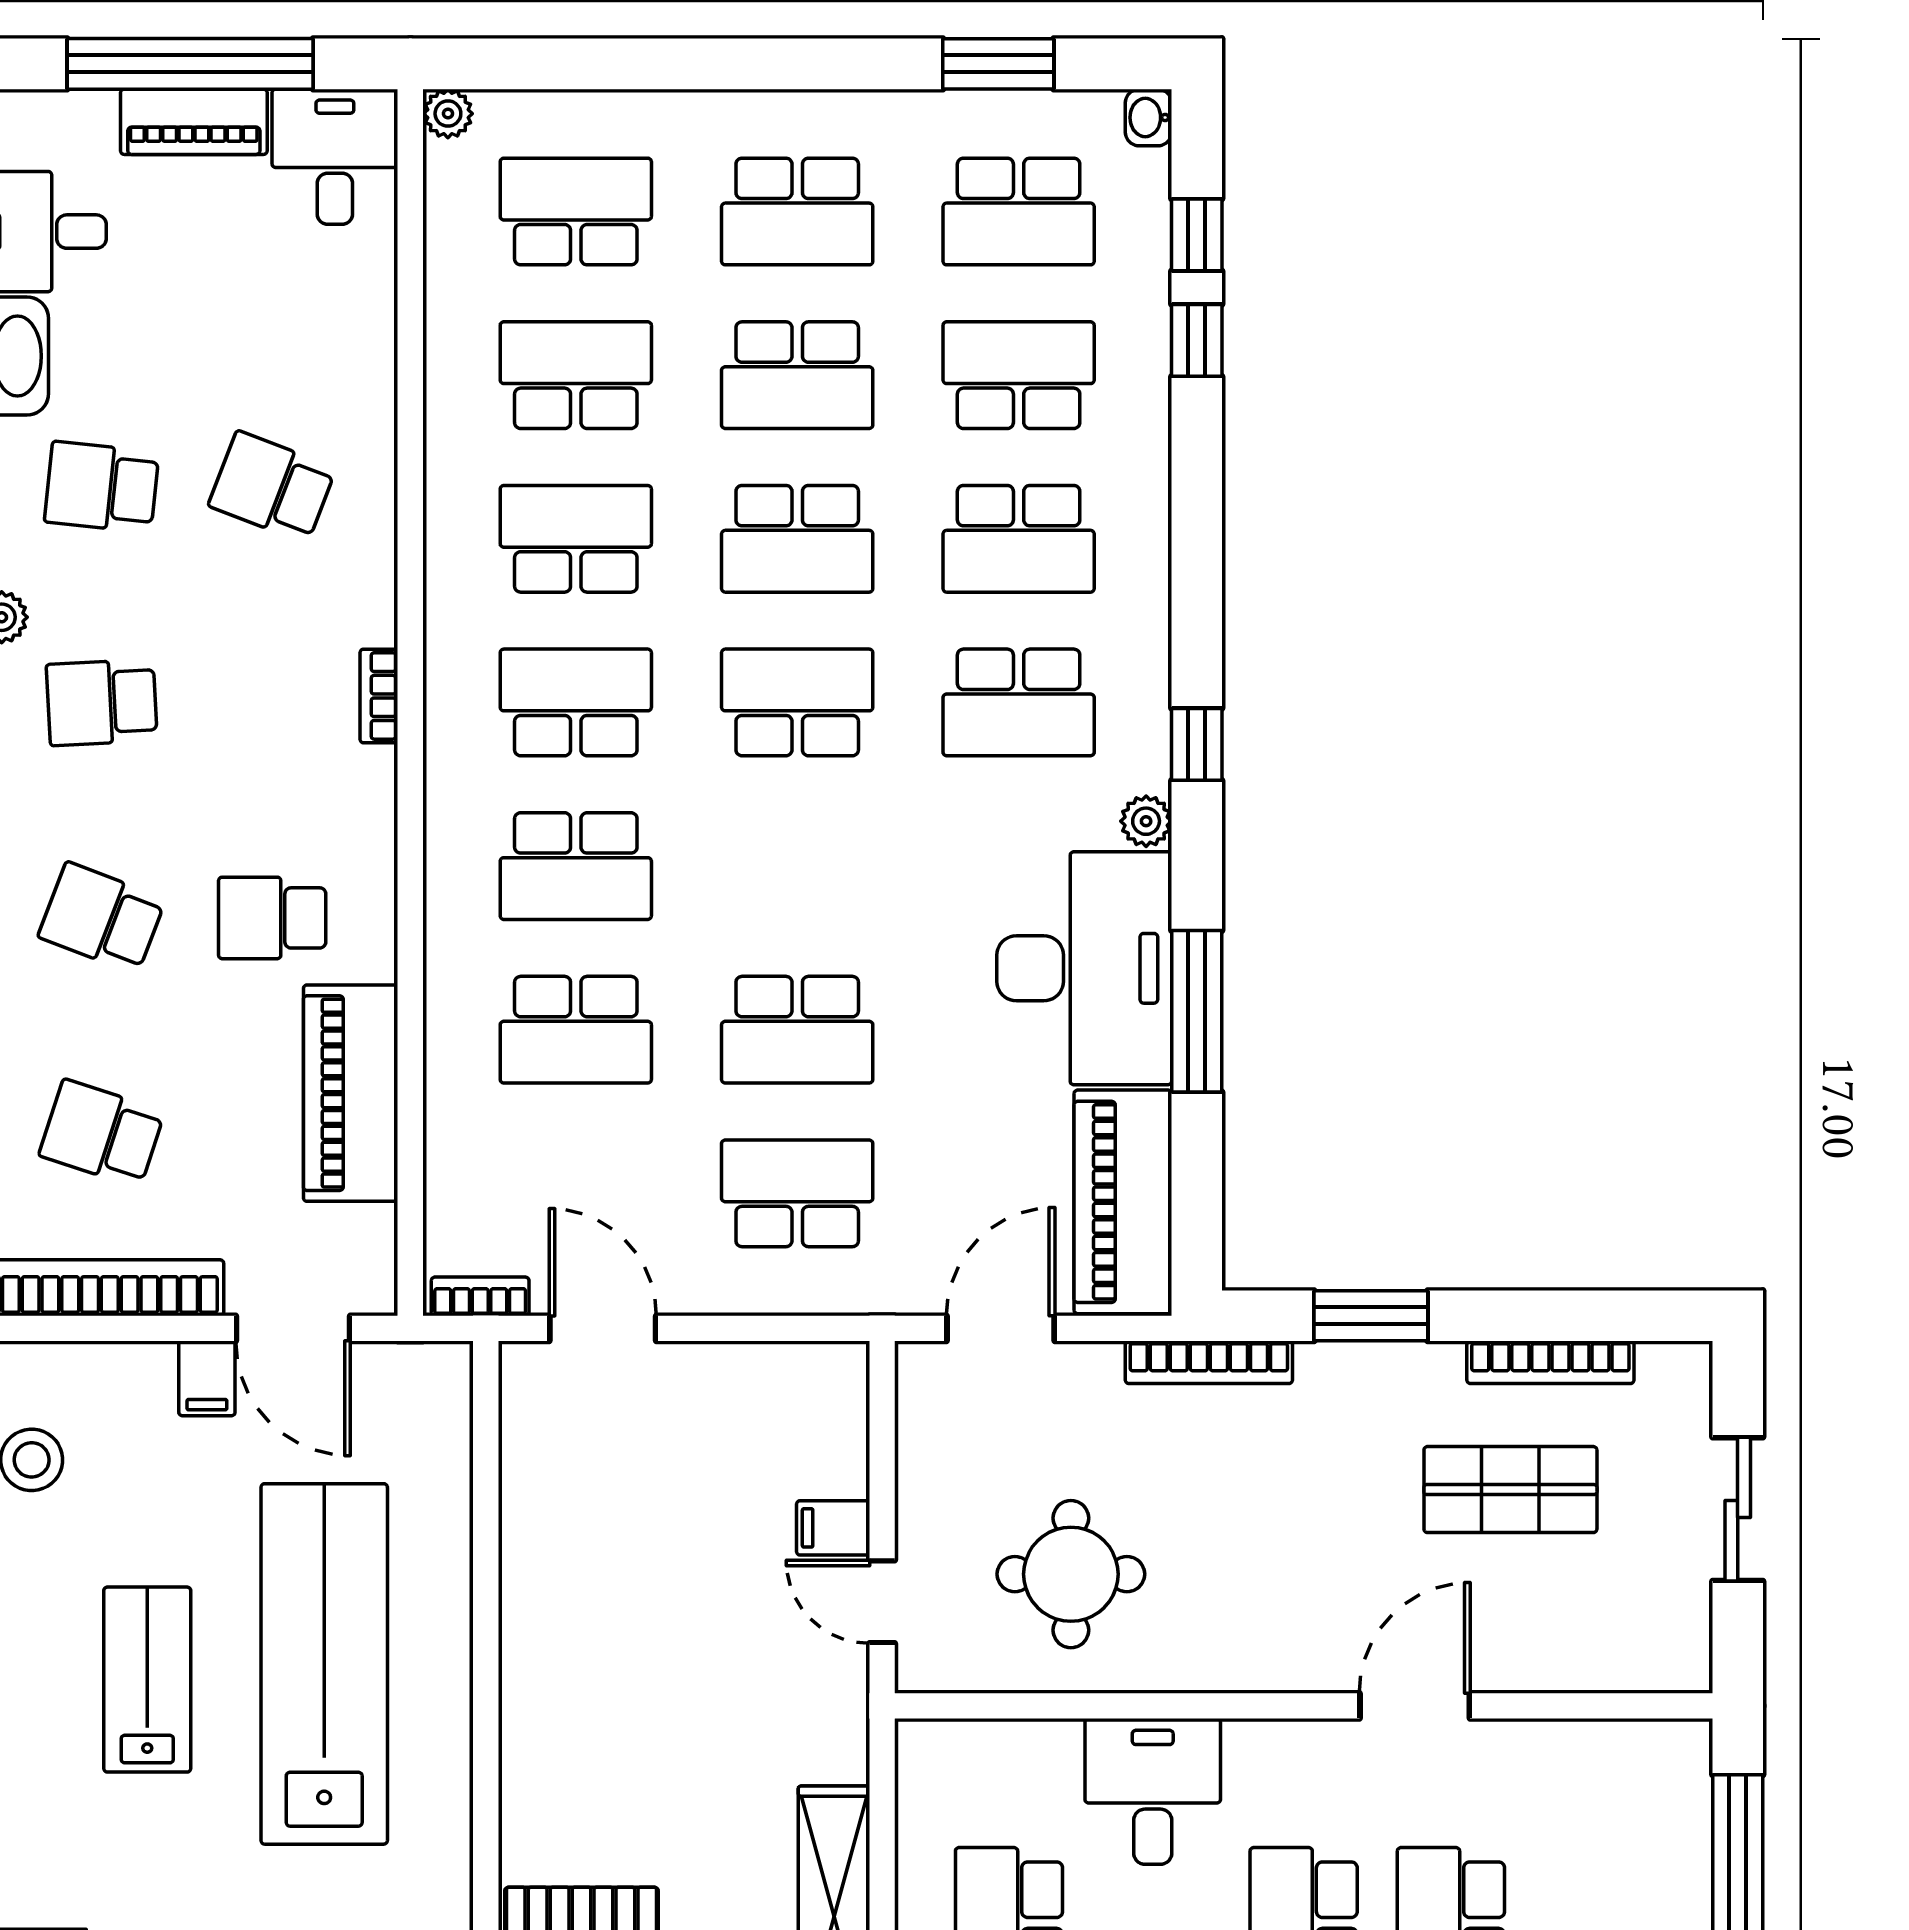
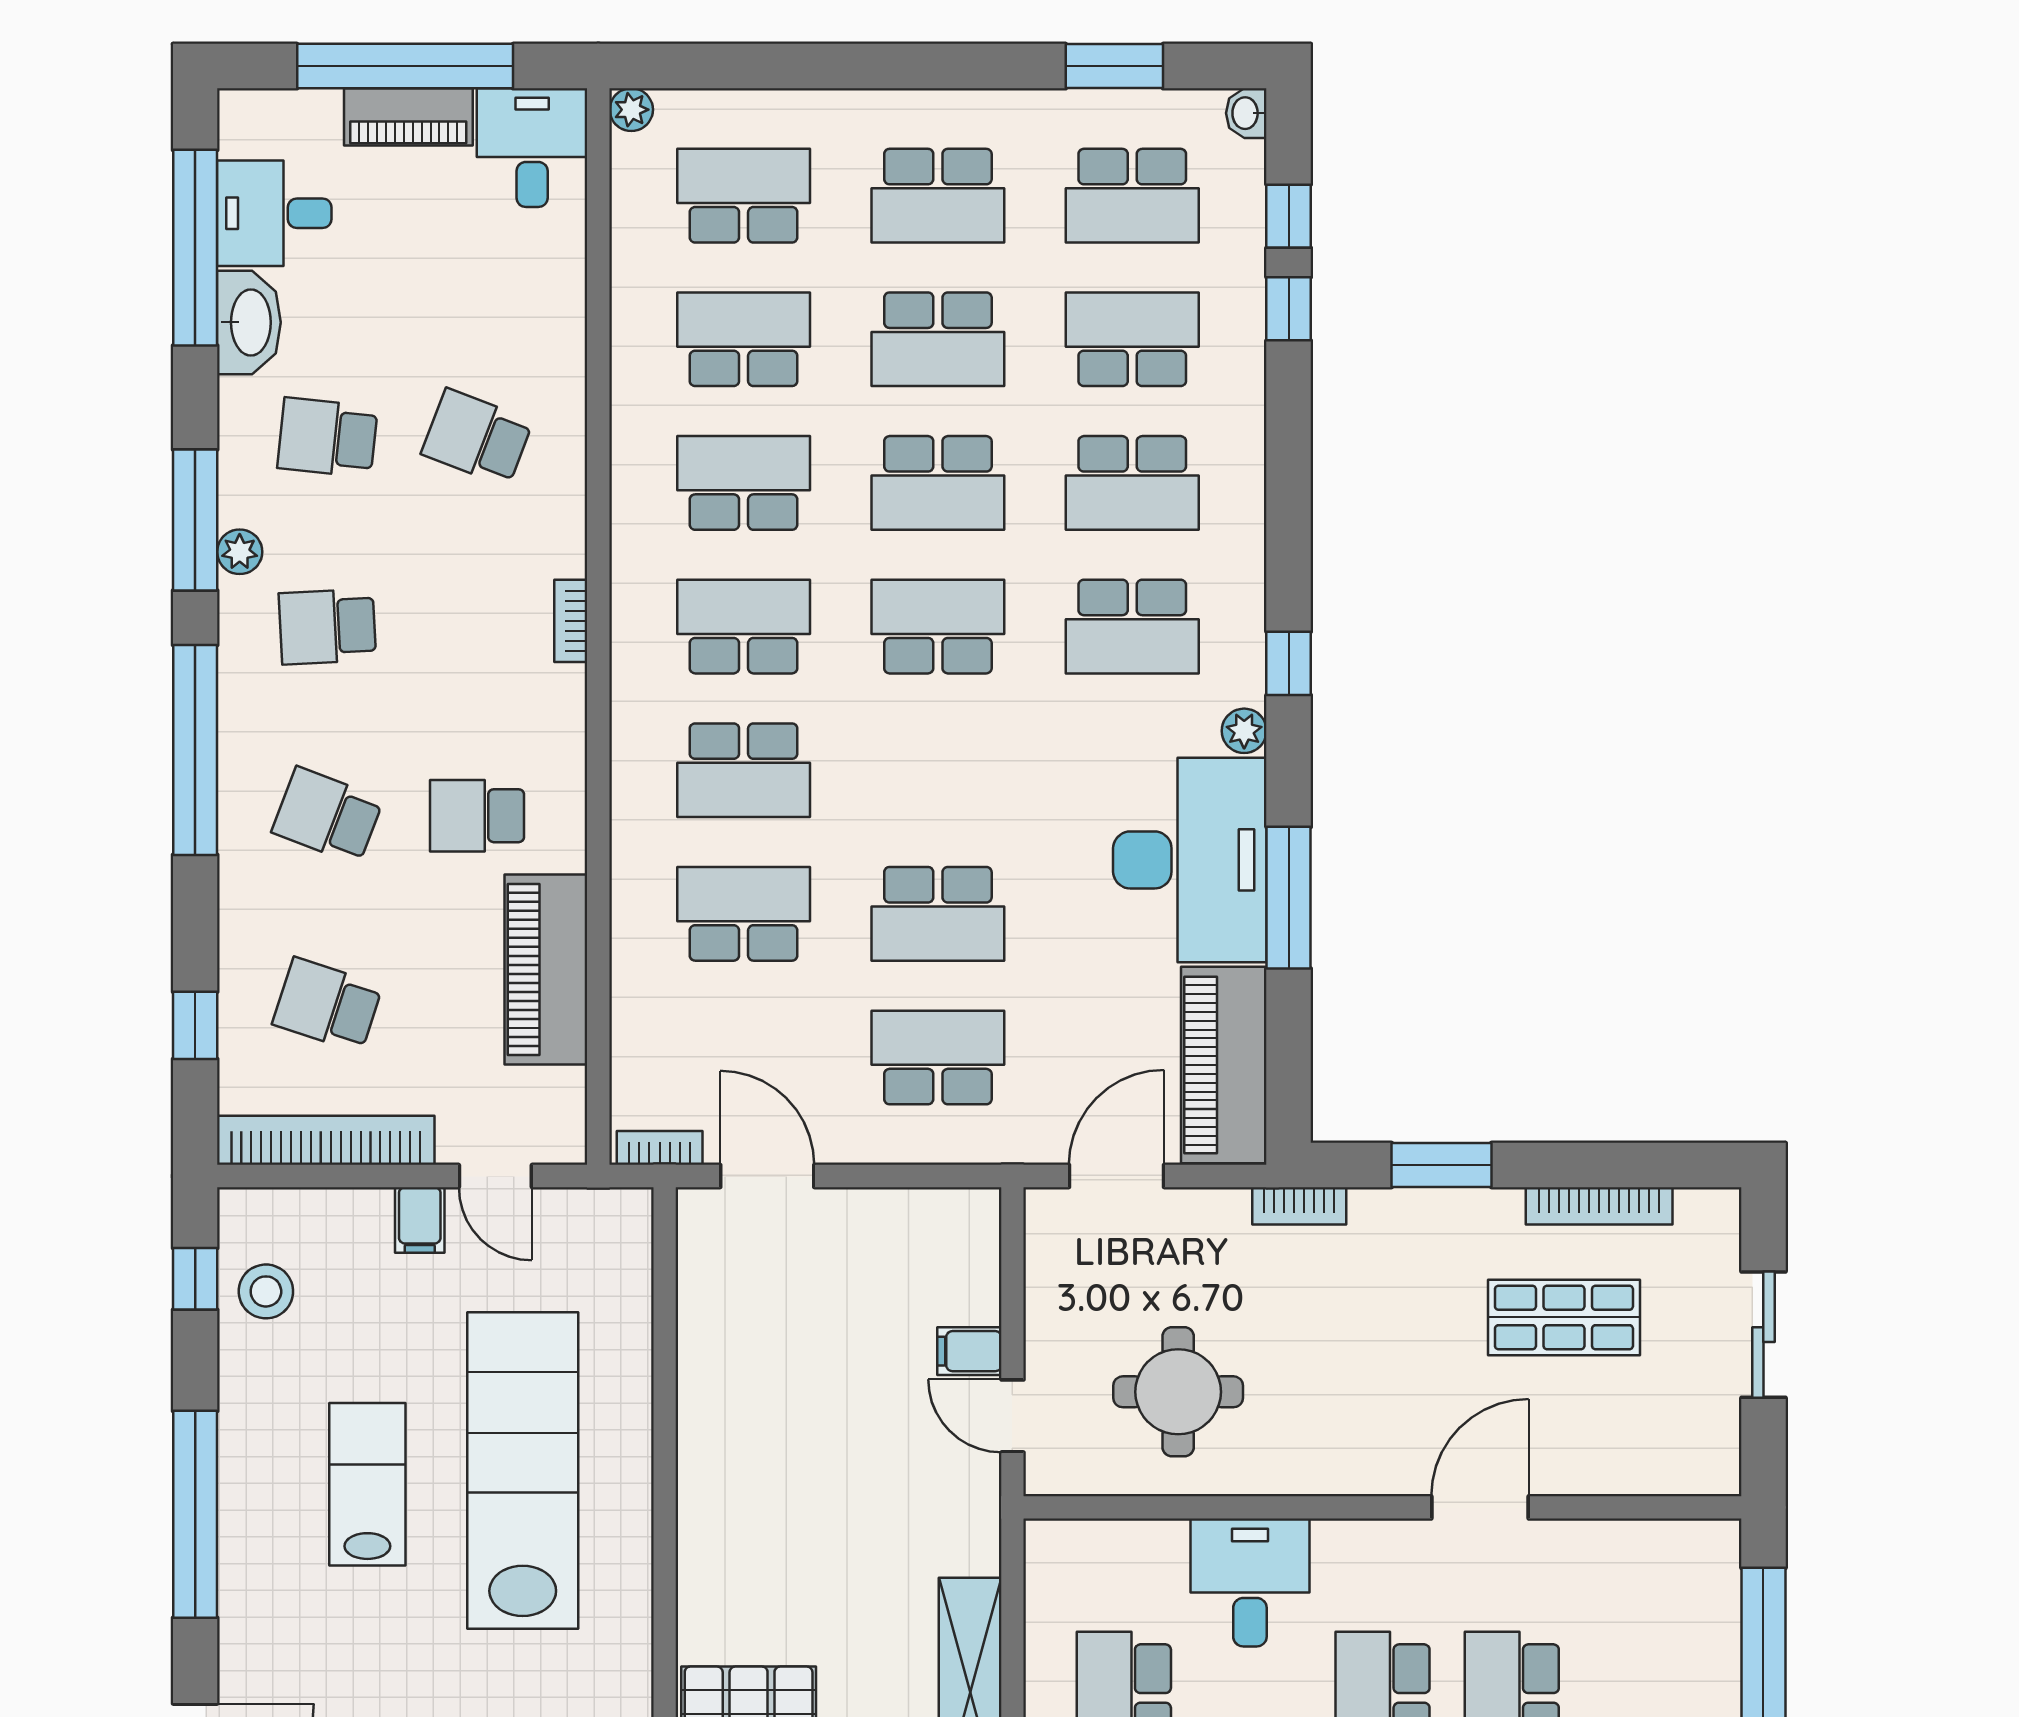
school desk: (576, 1030) -> (744, 914), turned 180
door: (293, 1328) -> (495, 1176), width x0.73
bookcase: (1209, 1362) -> (1299, 1206), width x0.64

